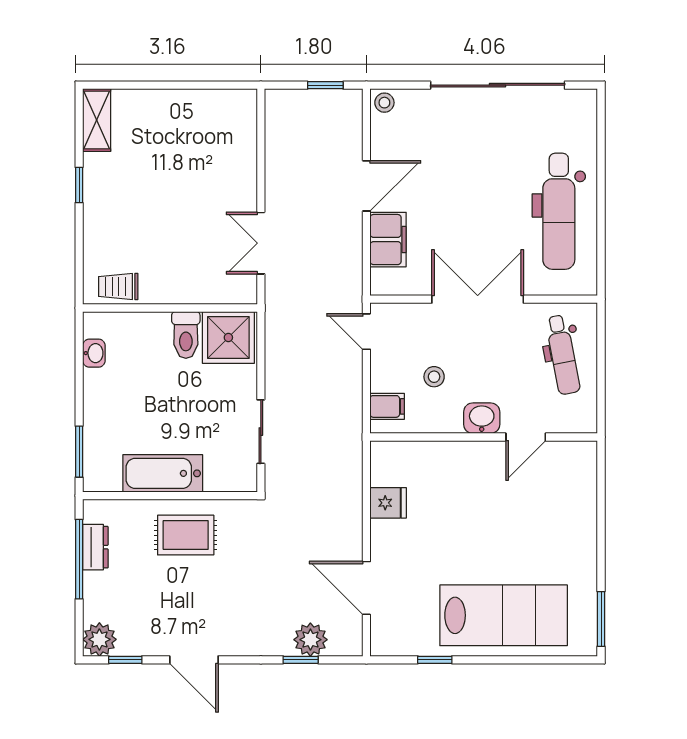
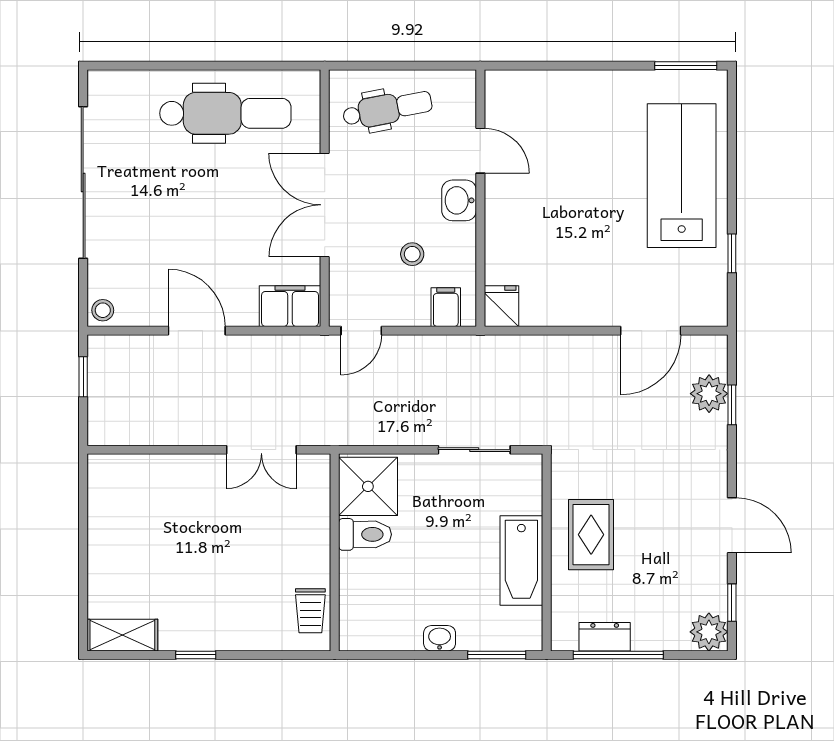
filing cabinet: (388, 240) -> (290, 306), moved
washbasin: (94, 353) -> (440, 638), moved
fridge: (388, 503) -> (502, 306), moved
door: (194, 660) -> (732, 525), hinge flipped

